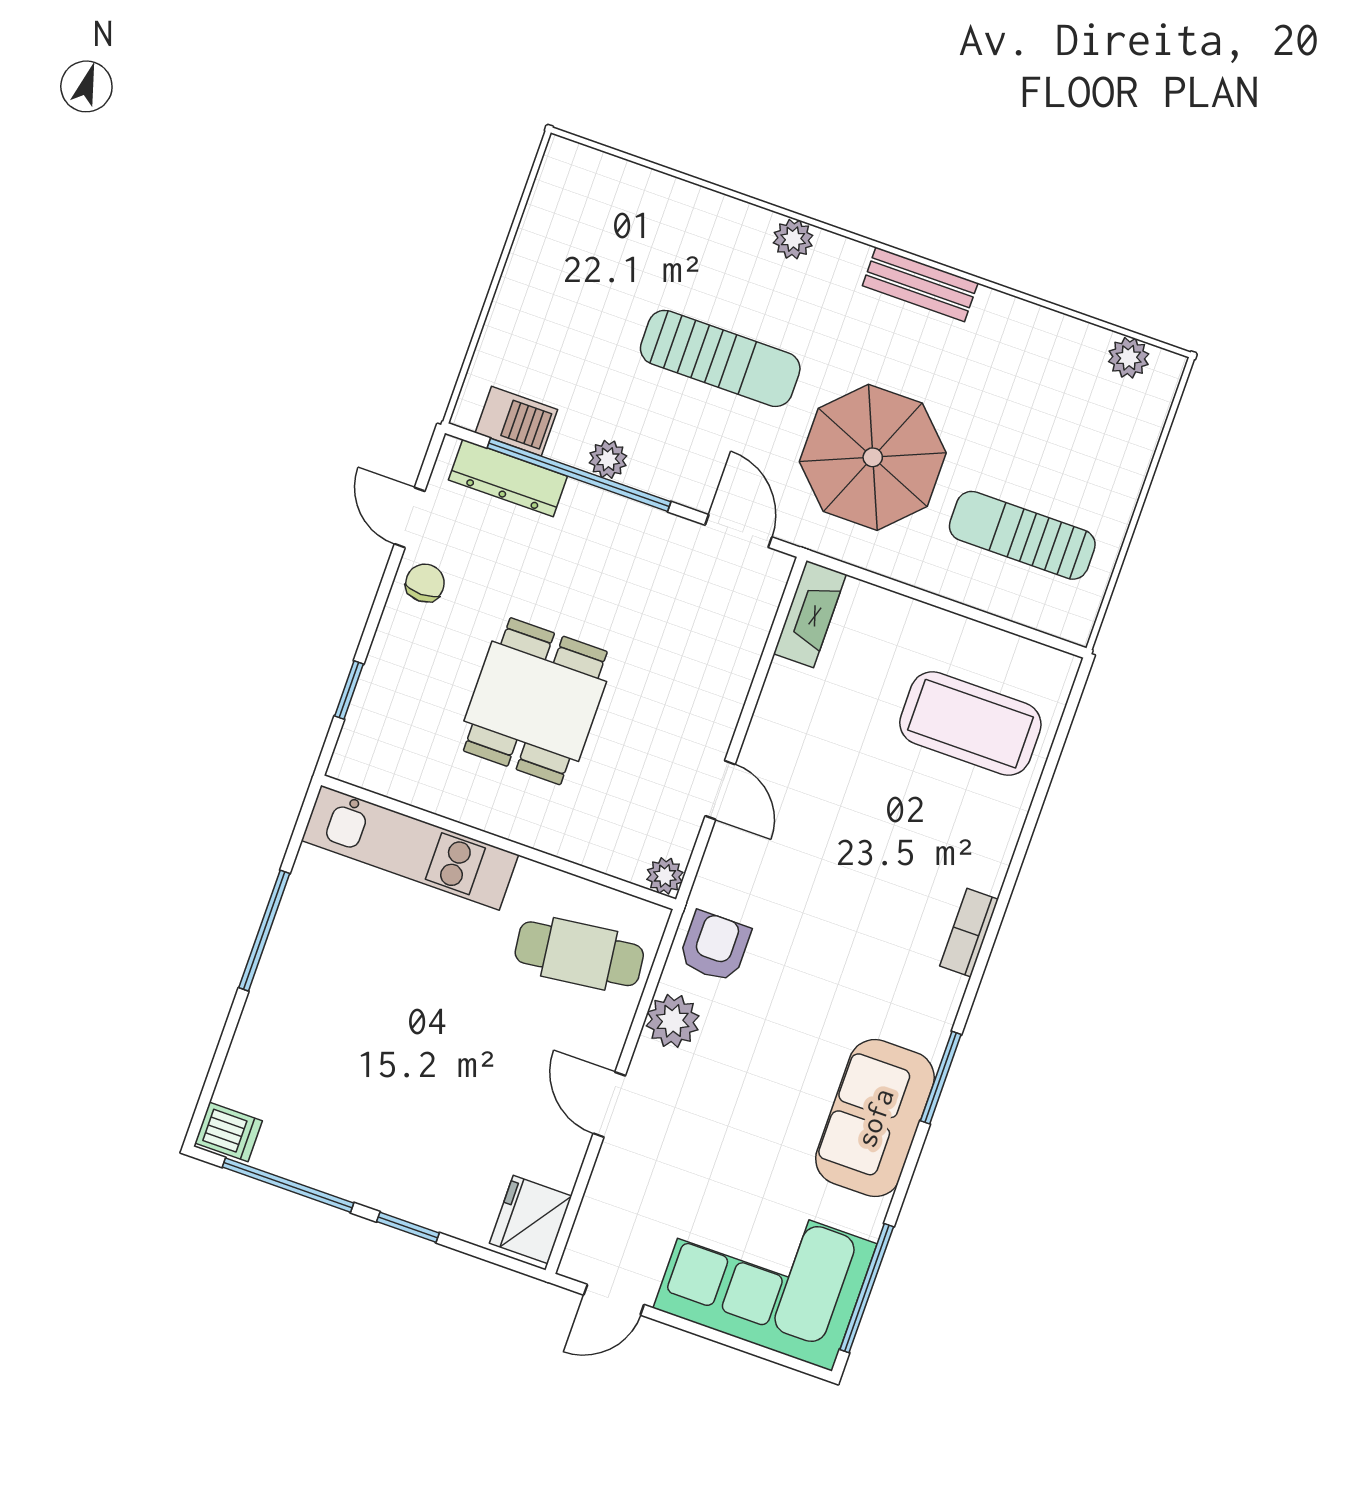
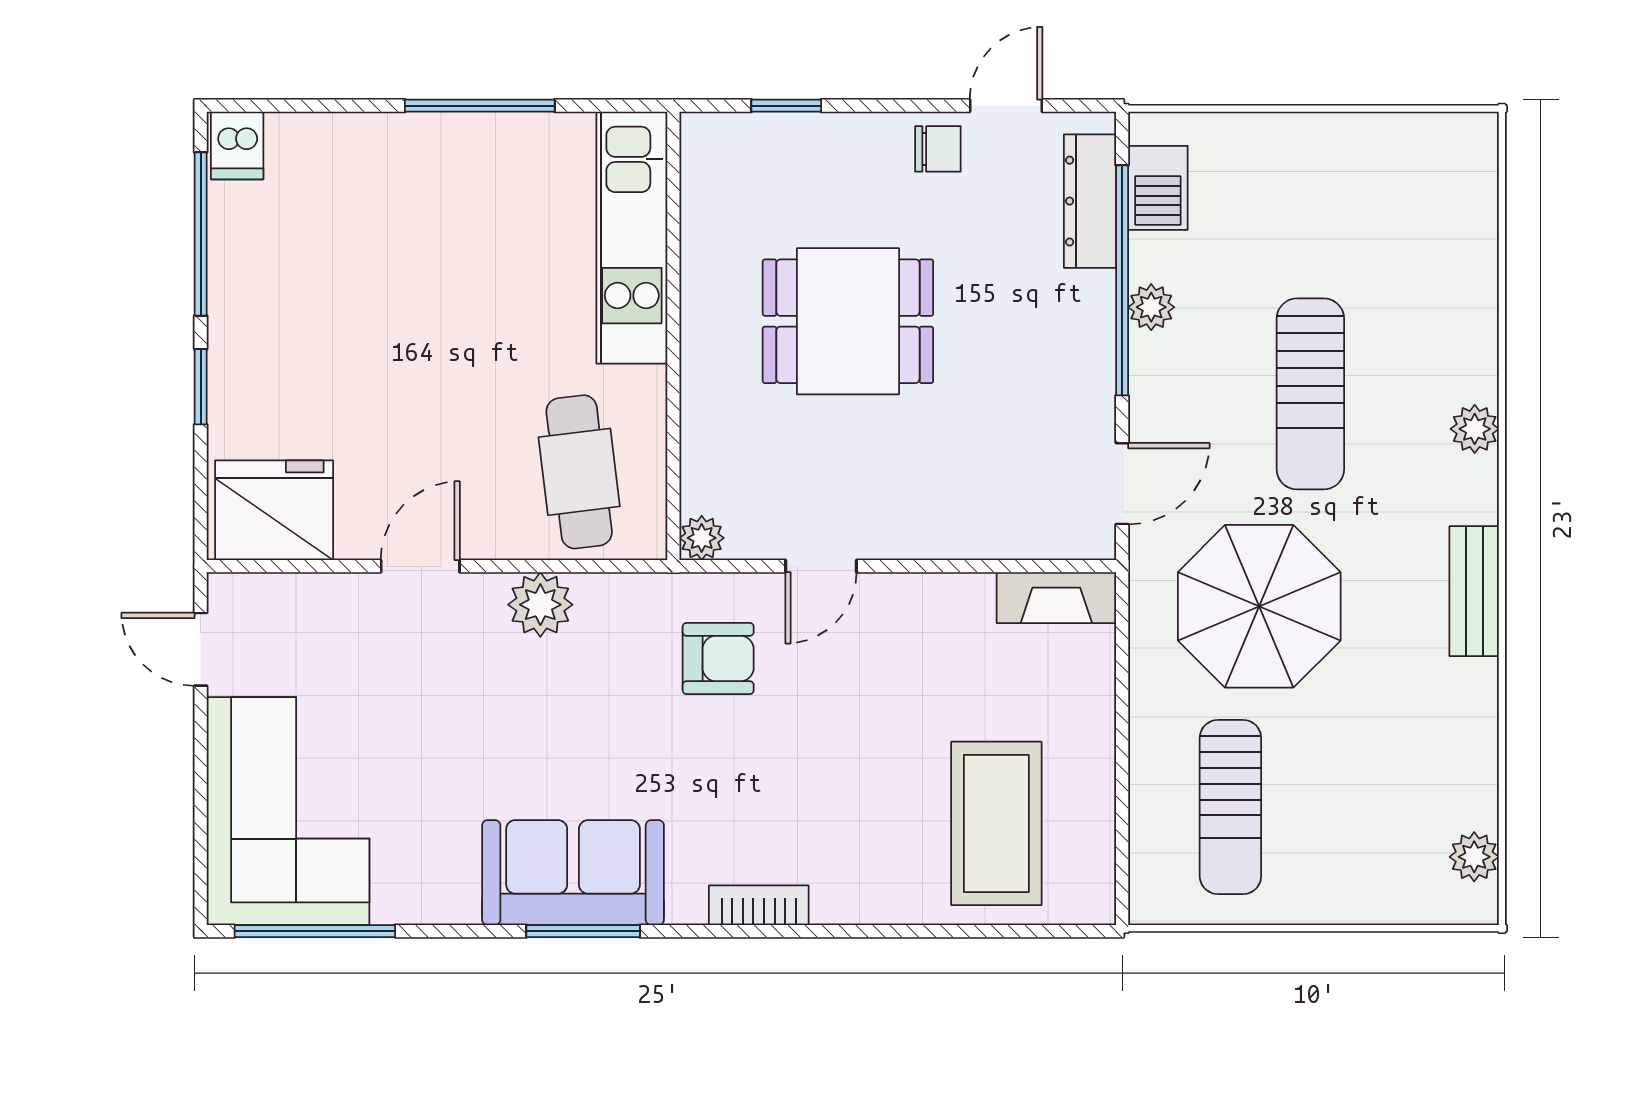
sun lounger: (1022, 535) -> (1230, 807), turned 180
armchair: (715, 946) -> (718, 658), moved
sofa: (875, 1118) -> (573, 873), moved
fridge: (531, 1220) -> (274, 510), width x1.36, depth x1.34

